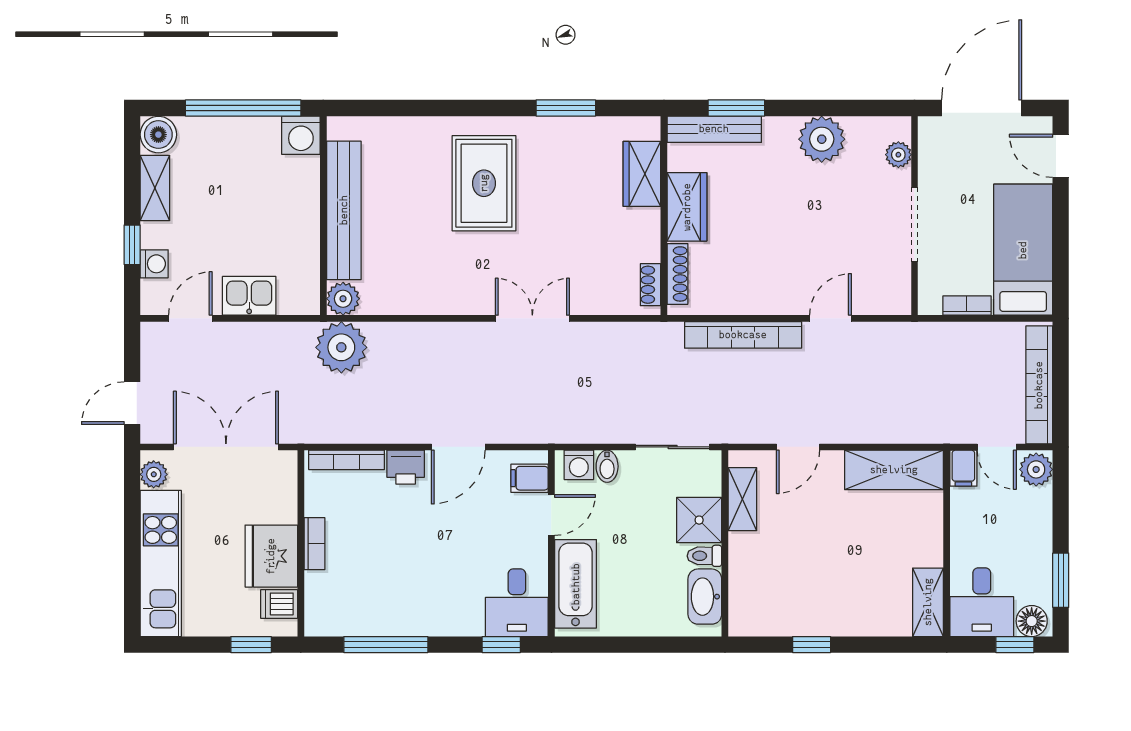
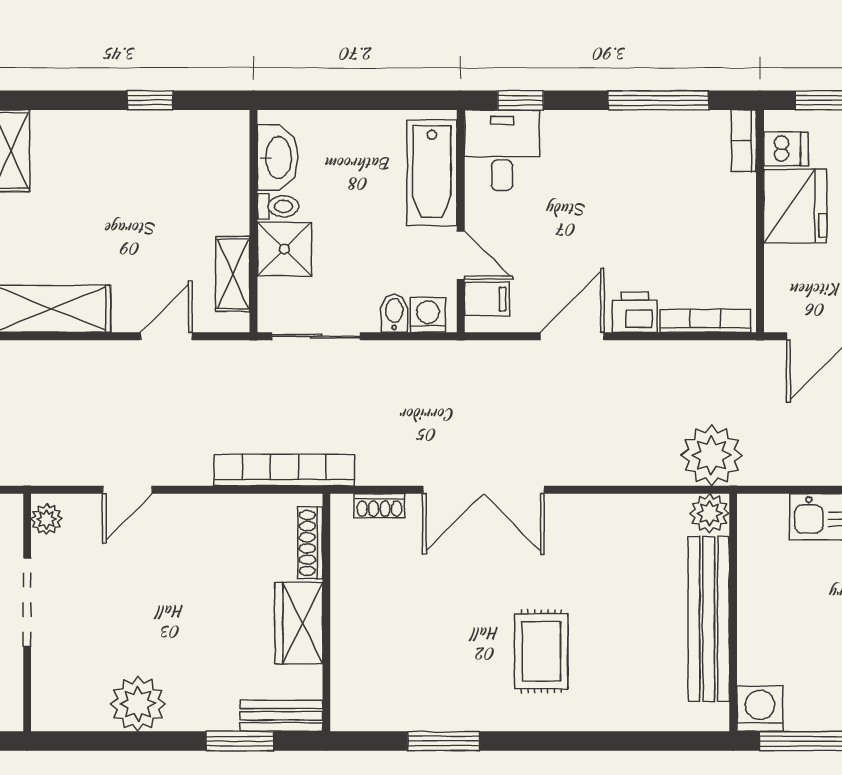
bench: (714, 129) -> (281, 716), width x0.73
plant: (898, 155) -> (46, 519), moved
wardrobe: (642, 174) -> (353, 662), removed
rug: (484, 183) -> (541, 651), width x0.73, depth x0.70
shoe rack: (650, 285) -> (379, 506), moved, turned 90
double door: (532, 318) -> (483, 490), width x1.37
bookcase: (743, 335) -> (284, 470), moved
door: (551, 515) -> (461, 255), swing flipped
bookcase: (314, 544) -> (744, 141), moved

